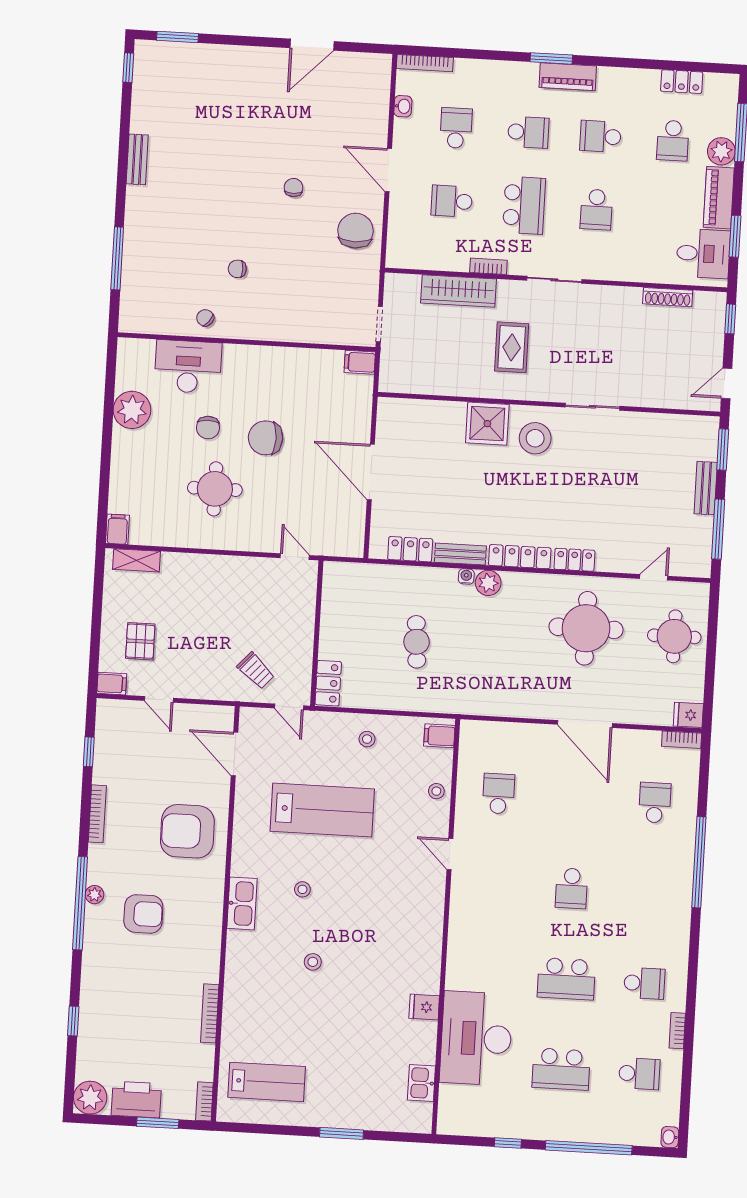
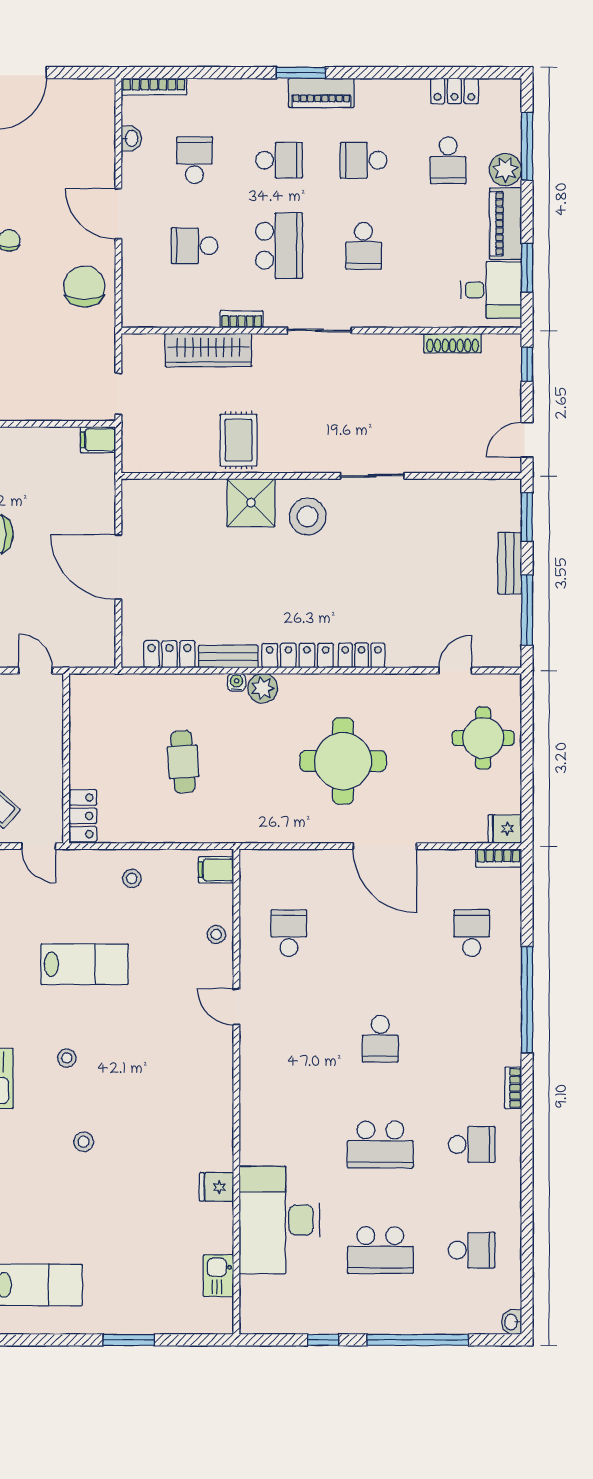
rug: (512, 347) -> (239, 440), moved
round table: (586, 628) -> (343, 761), moved
lab bench: (322, 810) -> (85, 964), width x0.73, depth x0.72
bookcase: (677, 1031) -> (513, 1088), moved

